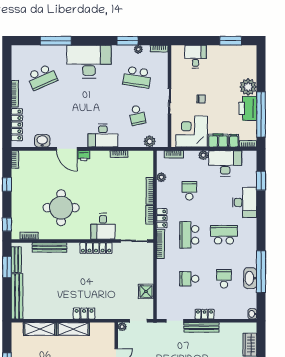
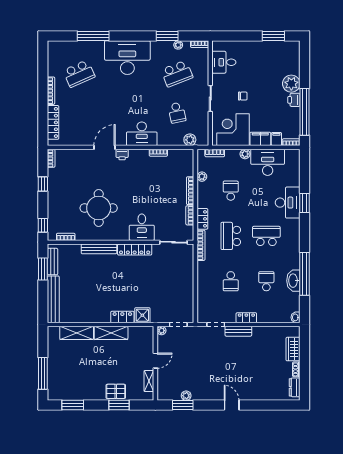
desk: (195, 57) -> (224, 62), moved, turned -90
school desk: (137, 77) -> (177, 74), turned -30
printer: (248, 108) -> (294, 100), width x0.53, depth x0.68
washbasin: (42, 141) -> (79, 139), removed
door: (67, 149) -> (105, 147), swing flipped
window: (261, 181) -> (305, 203), moved
bench: (49, 247) -> (99, 249), moved
school desk: (189, 279) -> (231, 281), turned -90
shower: (146, 291) -> (142, 315), moved
bench: (201, 327) -> (238, 331), width x0.73

